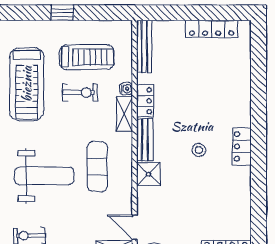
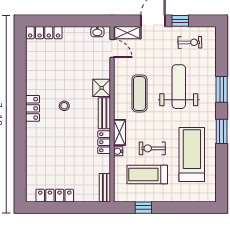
window: (63, 13) -> (143, 208), moved
bench: (144, 46) -> (105, 188), width x0.73
weight bench: (44, 176) -> (179, 87), turned 90

